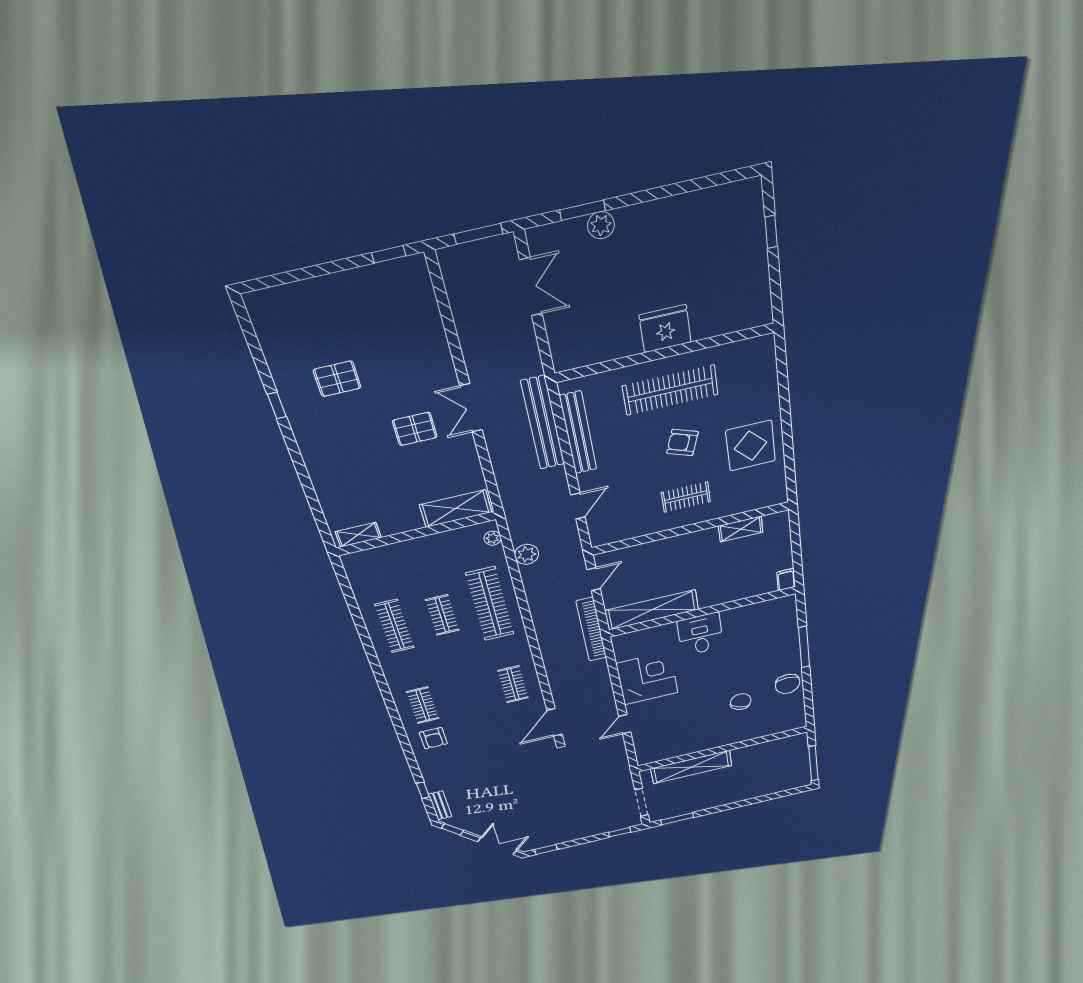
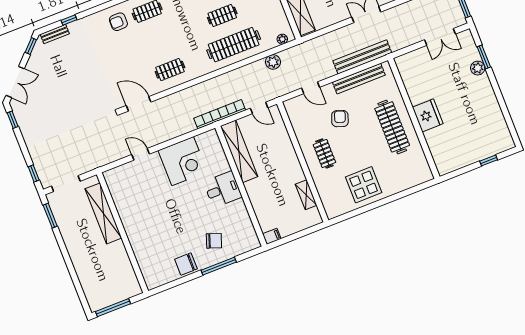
armchair: (682, 442) -> (340, 119), moved
chair: (741, 702) -> (214, 241), moved

